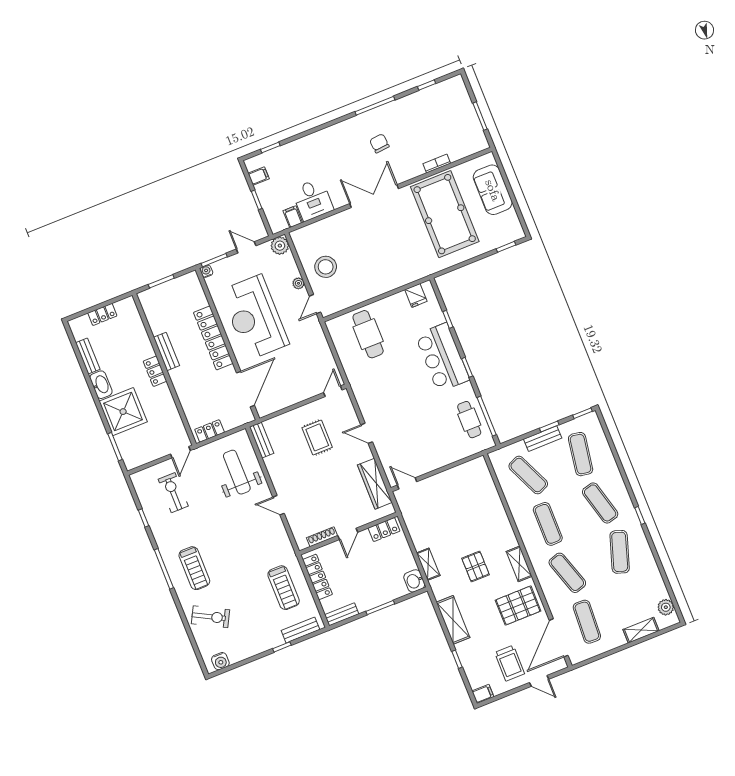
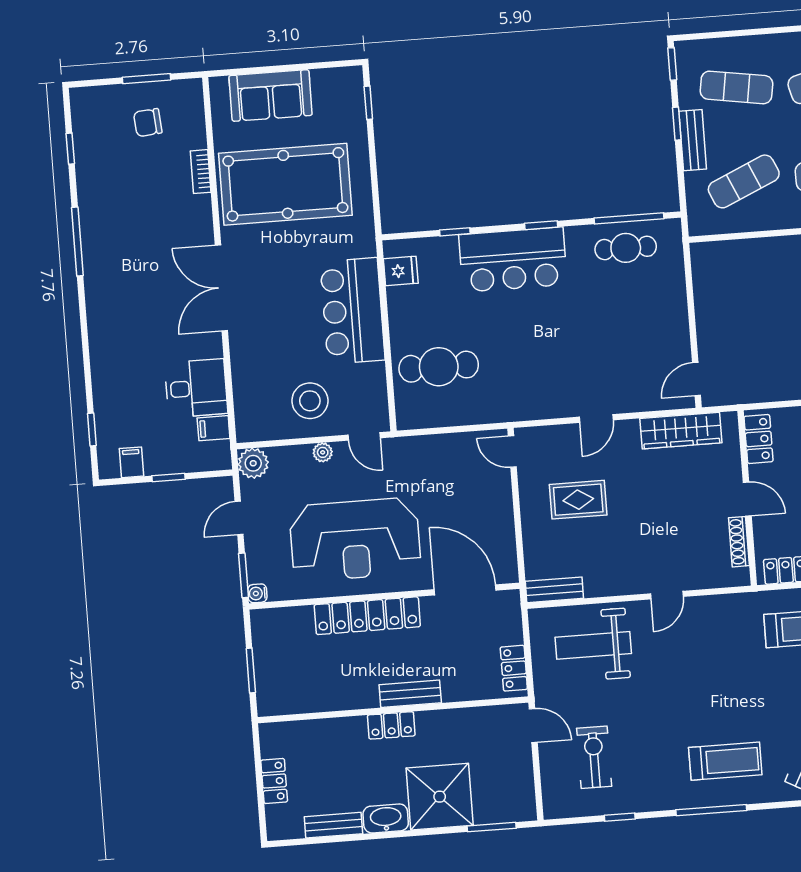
chair: (379, 143) -> (148, 123), moved
bar counter: (385, 275) -> (352, 311), added
bench: (166, 351) -> (410, 694), moved
exercise bike: (173, 493) -> (594, 757), turned 90

